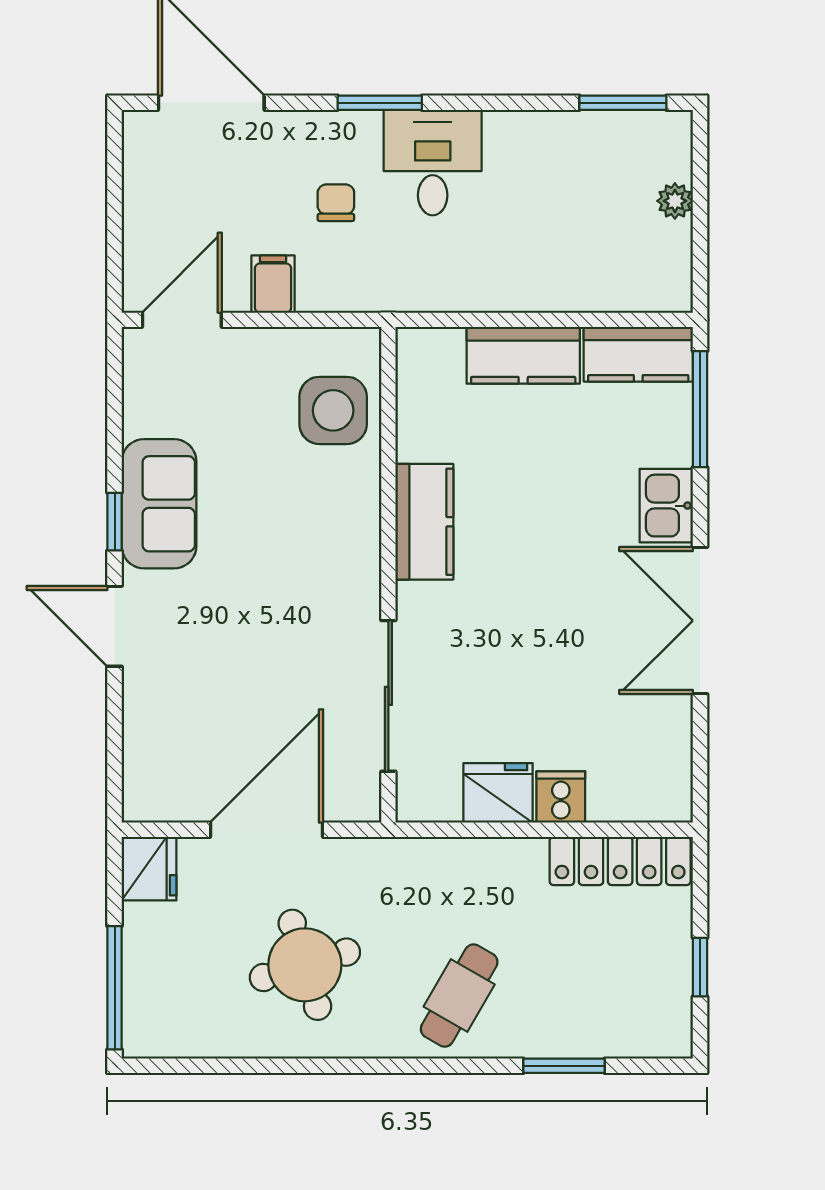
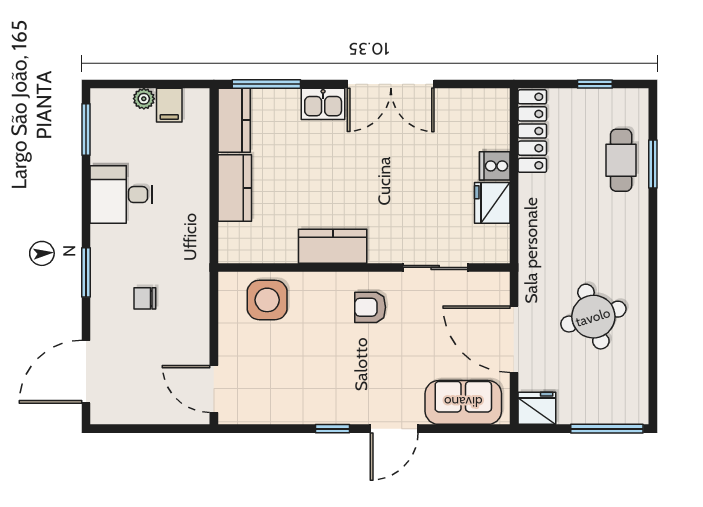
desk: (433, 163) -> (121, 195), moved
filing cabinet: (273, 284) -> (169, 105), moved, turned -90
sofa: (159, 504) -> (463, 402), moved
armchair: (321, 585) -> (370, 307), added
sliding door: (388, 696) -> (435, 267), width x0.73
cafe table: (459, 996) -> (621, 160), moved, turned 60

